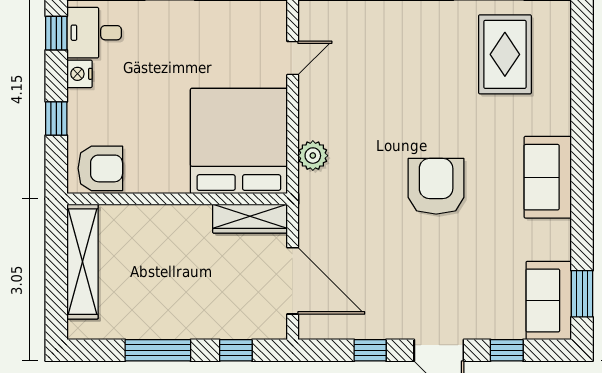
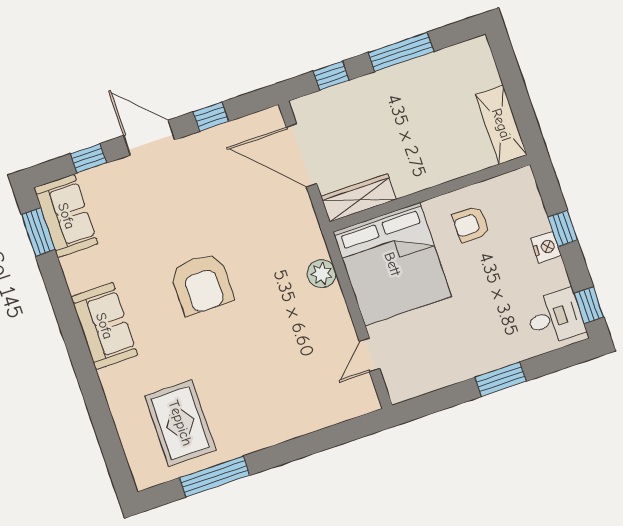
nightstand: (79, 74) -> (546, 247), moved
armchair: (100, 168) -> (471, 224), moved, width x0.72, depth x0.72
shelving: (83, 262) -> (501, 125), width x0.68

